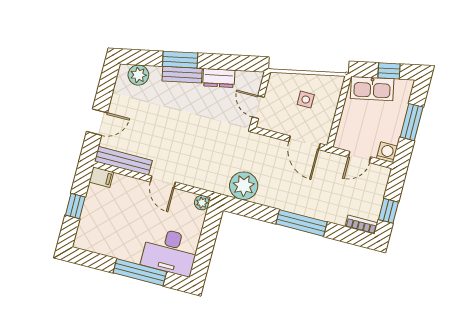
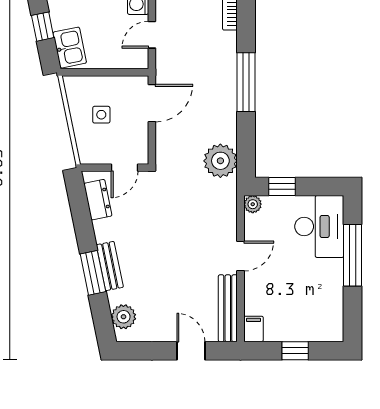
dresser: (219, 78) -> (98, 200), moved
kitchen sink: (372, 89) -> (70, 48), width x0.73
door: (359, 157) -> (152, 35), swing flipped
window: (210, 230) -> (282, 187), added

